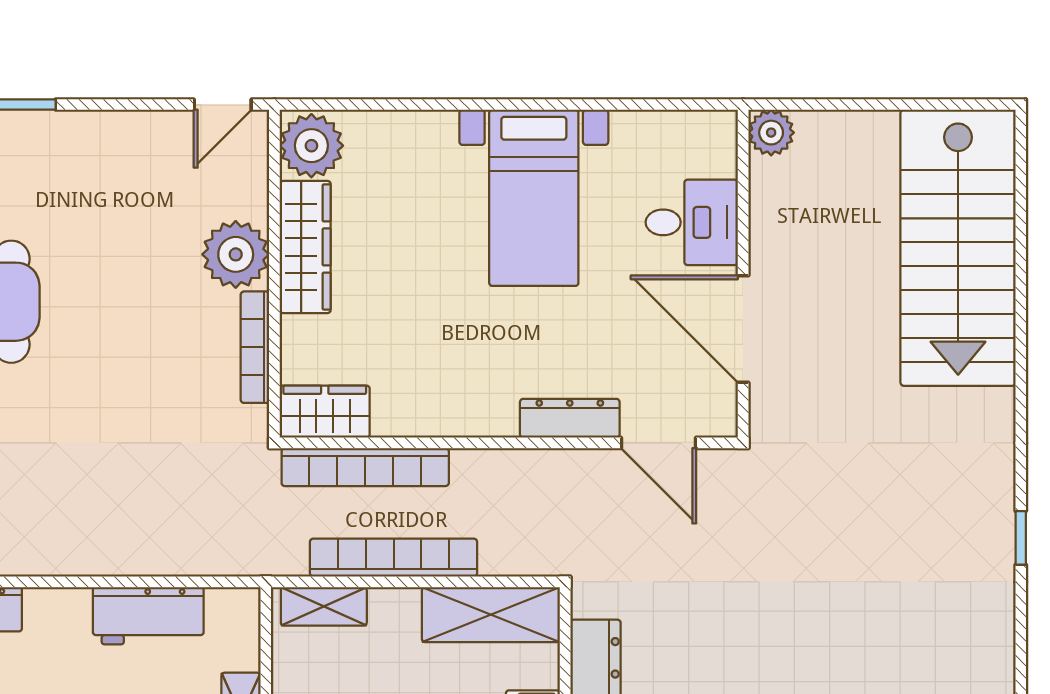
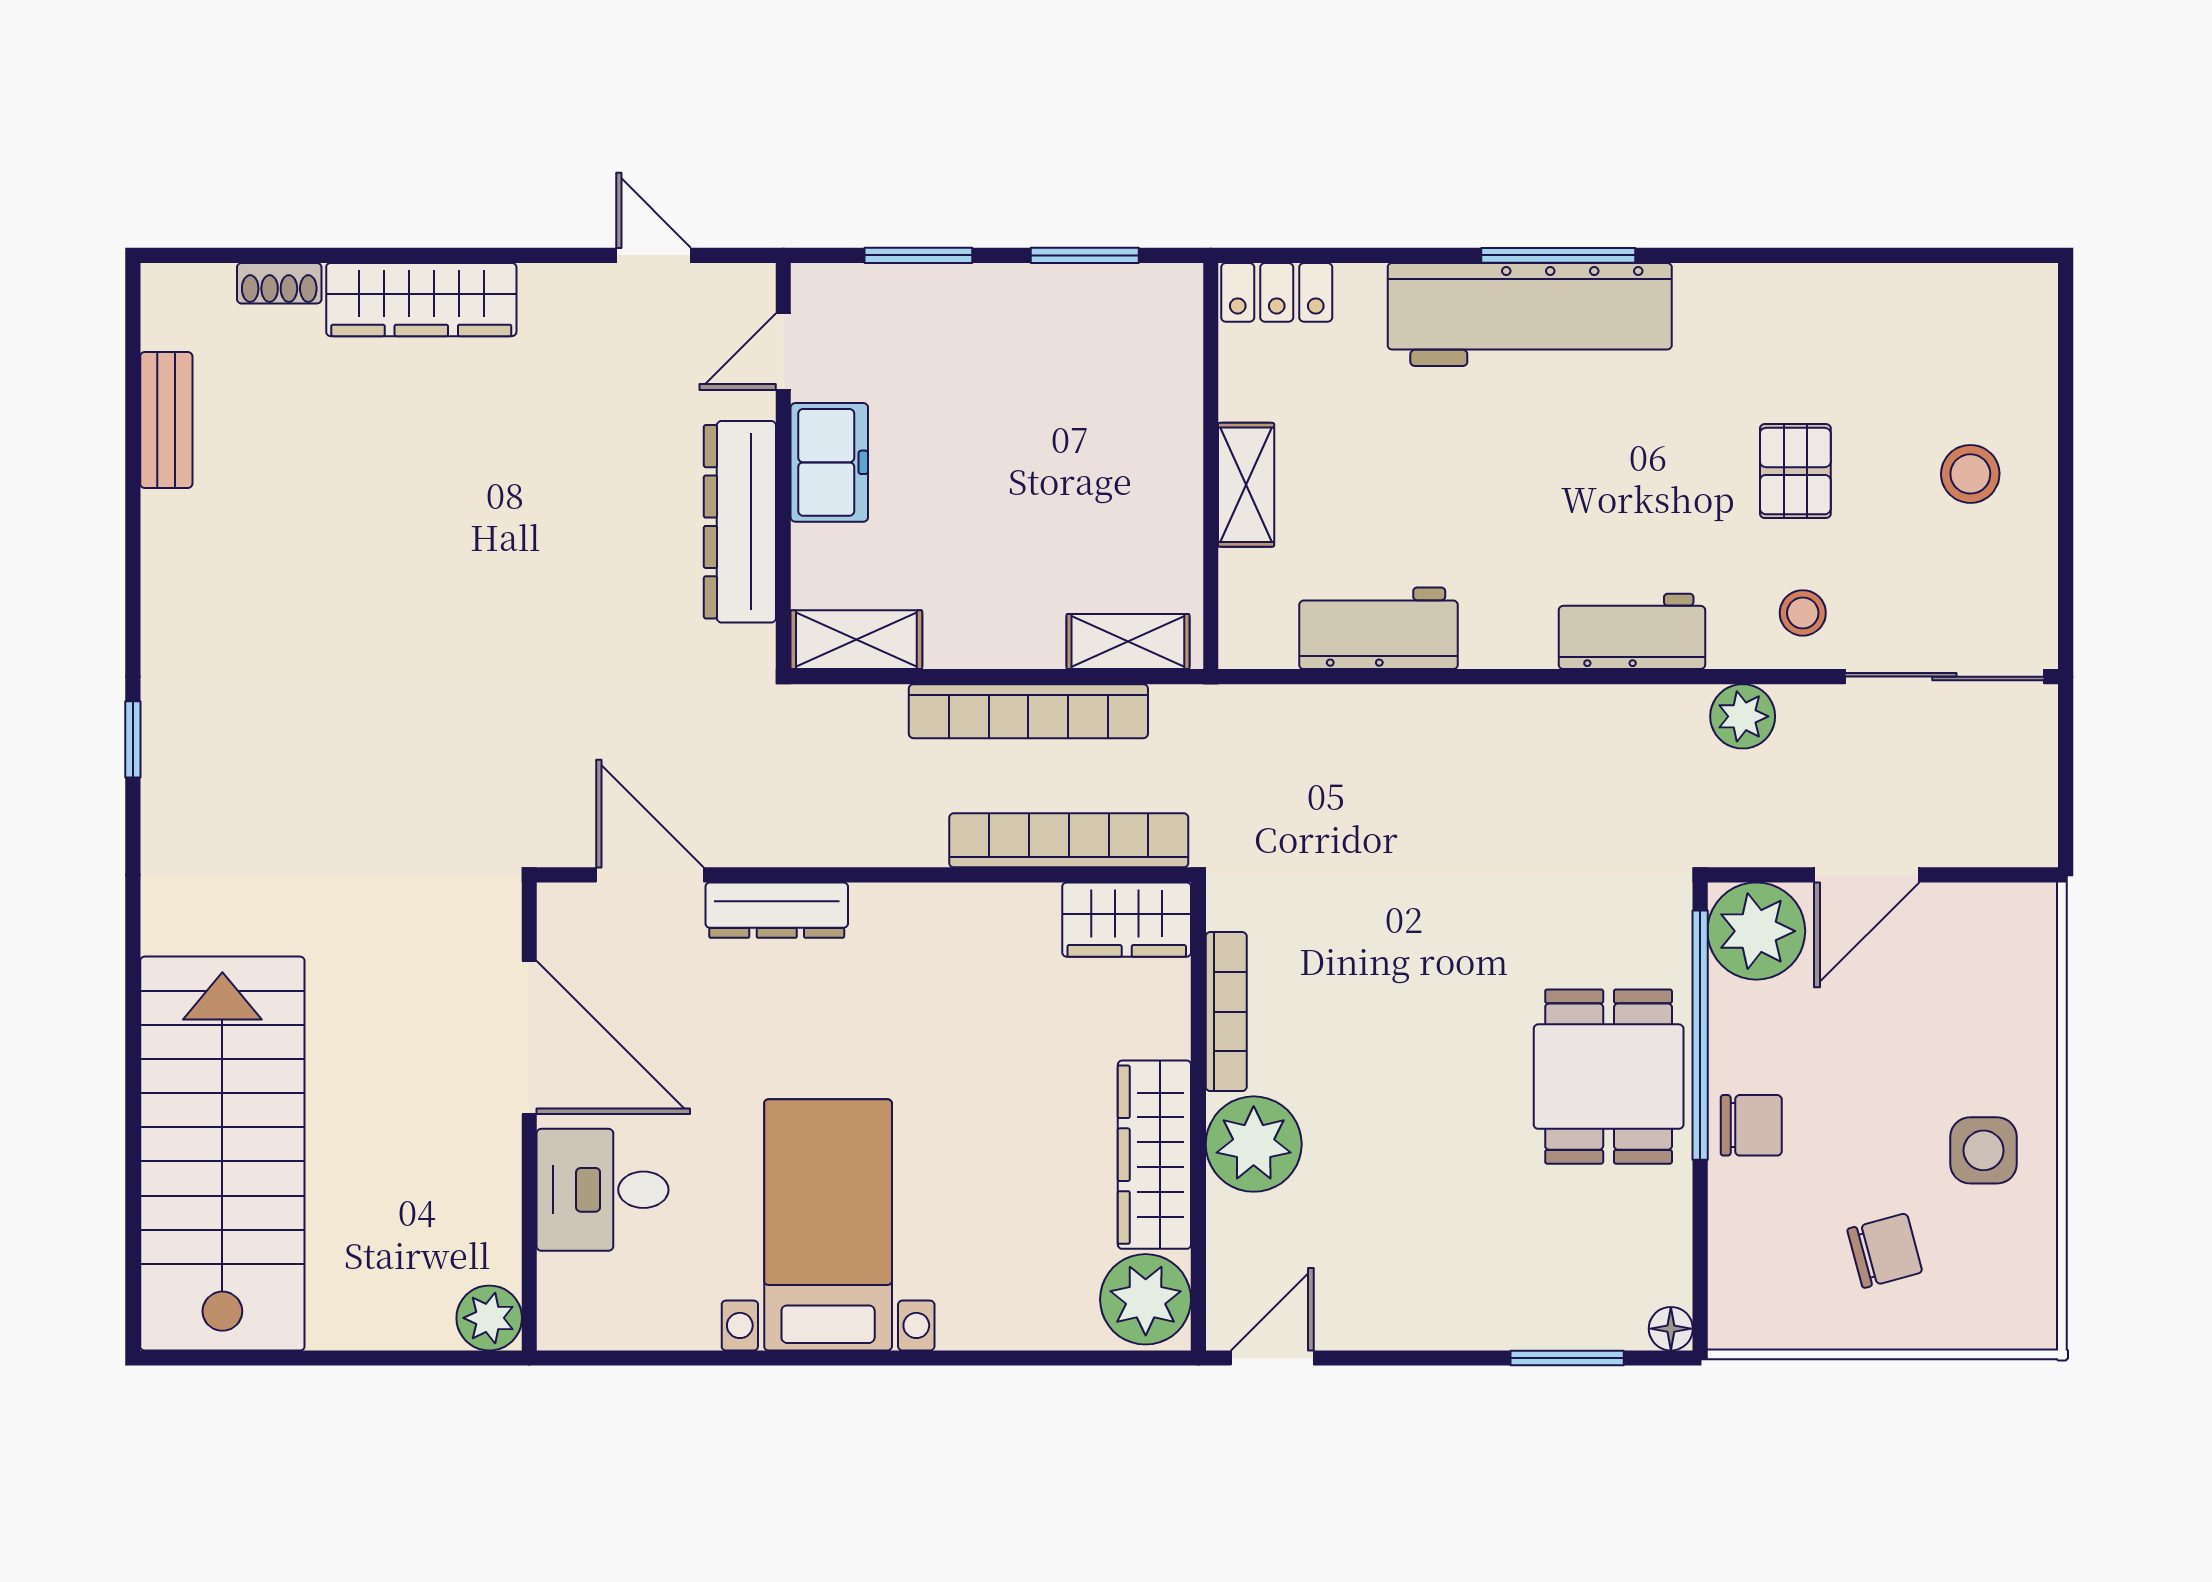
shelving: (491, 615) -> (856, 640), width x0.67, depth x0.75

